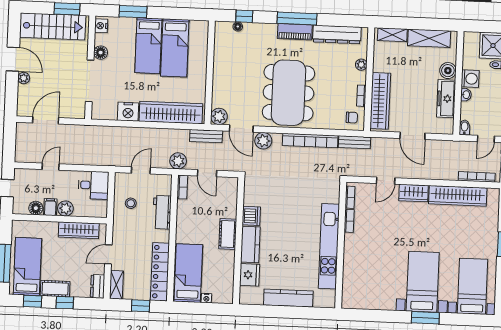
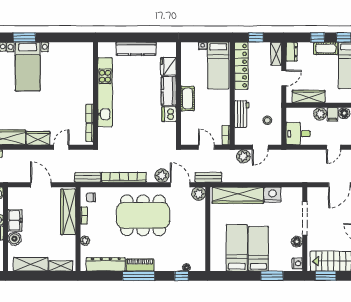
dining table: (288, 93) -> (143, 215), turned 90
freezer: (446, 99) -> (15, 220), width x0.71
plant: (178, 161) -> (243, 156), moved

